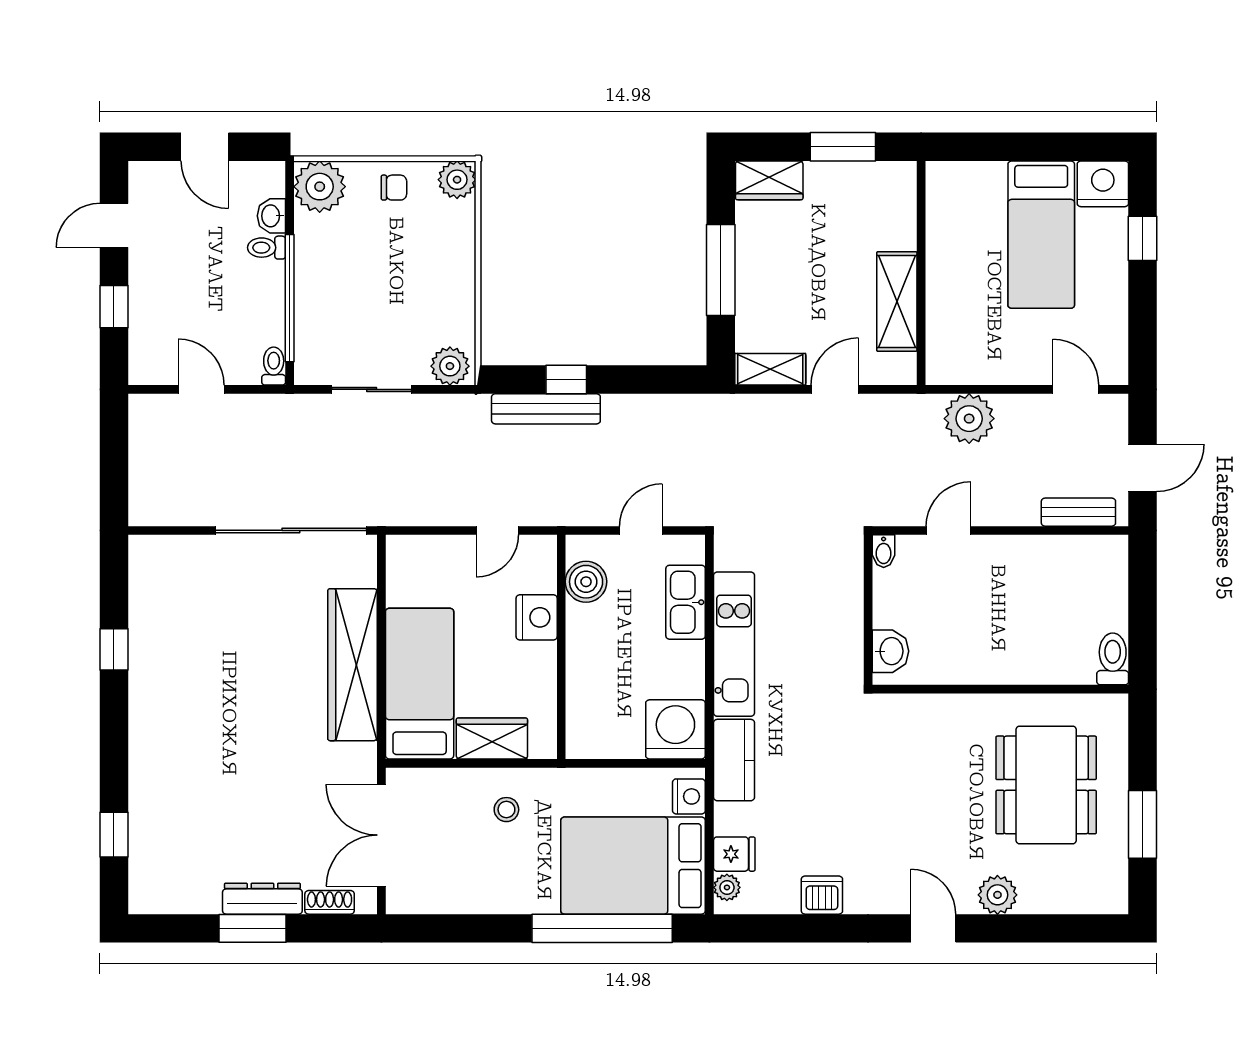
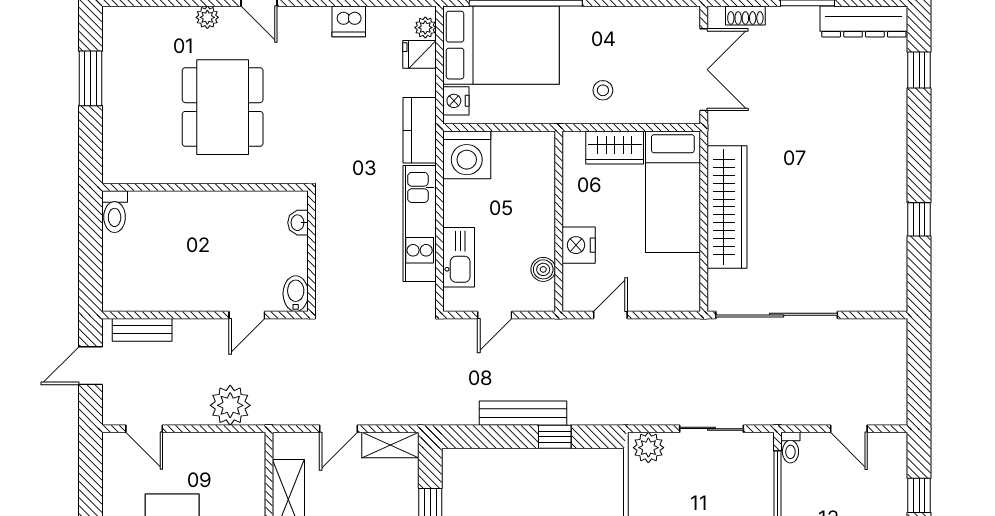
bench: (546, 409) -> (523, 413), moved
bidet: (884, 551) -> (296, 294), width x1.38, depth x1.36
boiler: (586, 582) -> (543, 269), width x0.73, depth x0.73
washbasin: (890, 651) -> (298, 223), width x0.72, depth x0.69
dining table: (1046, 785) -> (223, 107), moved
plant: (997, 895) -> (207, 17), width x0.73, depth x0.73
dresser: (262, 899) -> (864, 22), moved, width x1.37, depth x1.24

